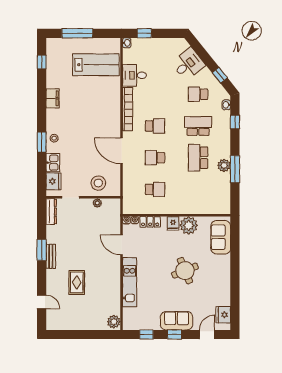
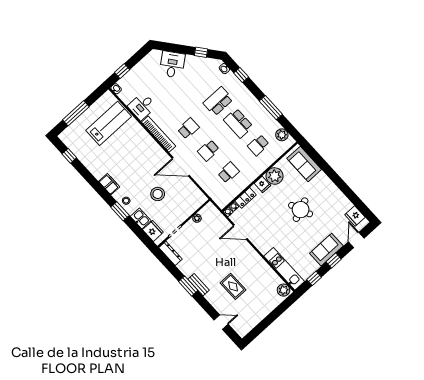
school desk: (198, 94) -> (258, 145), moved
filing cabinet: (53, 98) -> (109, 184), moved
plant: (224, 165) -> (282, 135), moved
stool: (98, 183) -> (158, 194), moved
kitchen unit: (130, 282) -> (284, 269), moved

